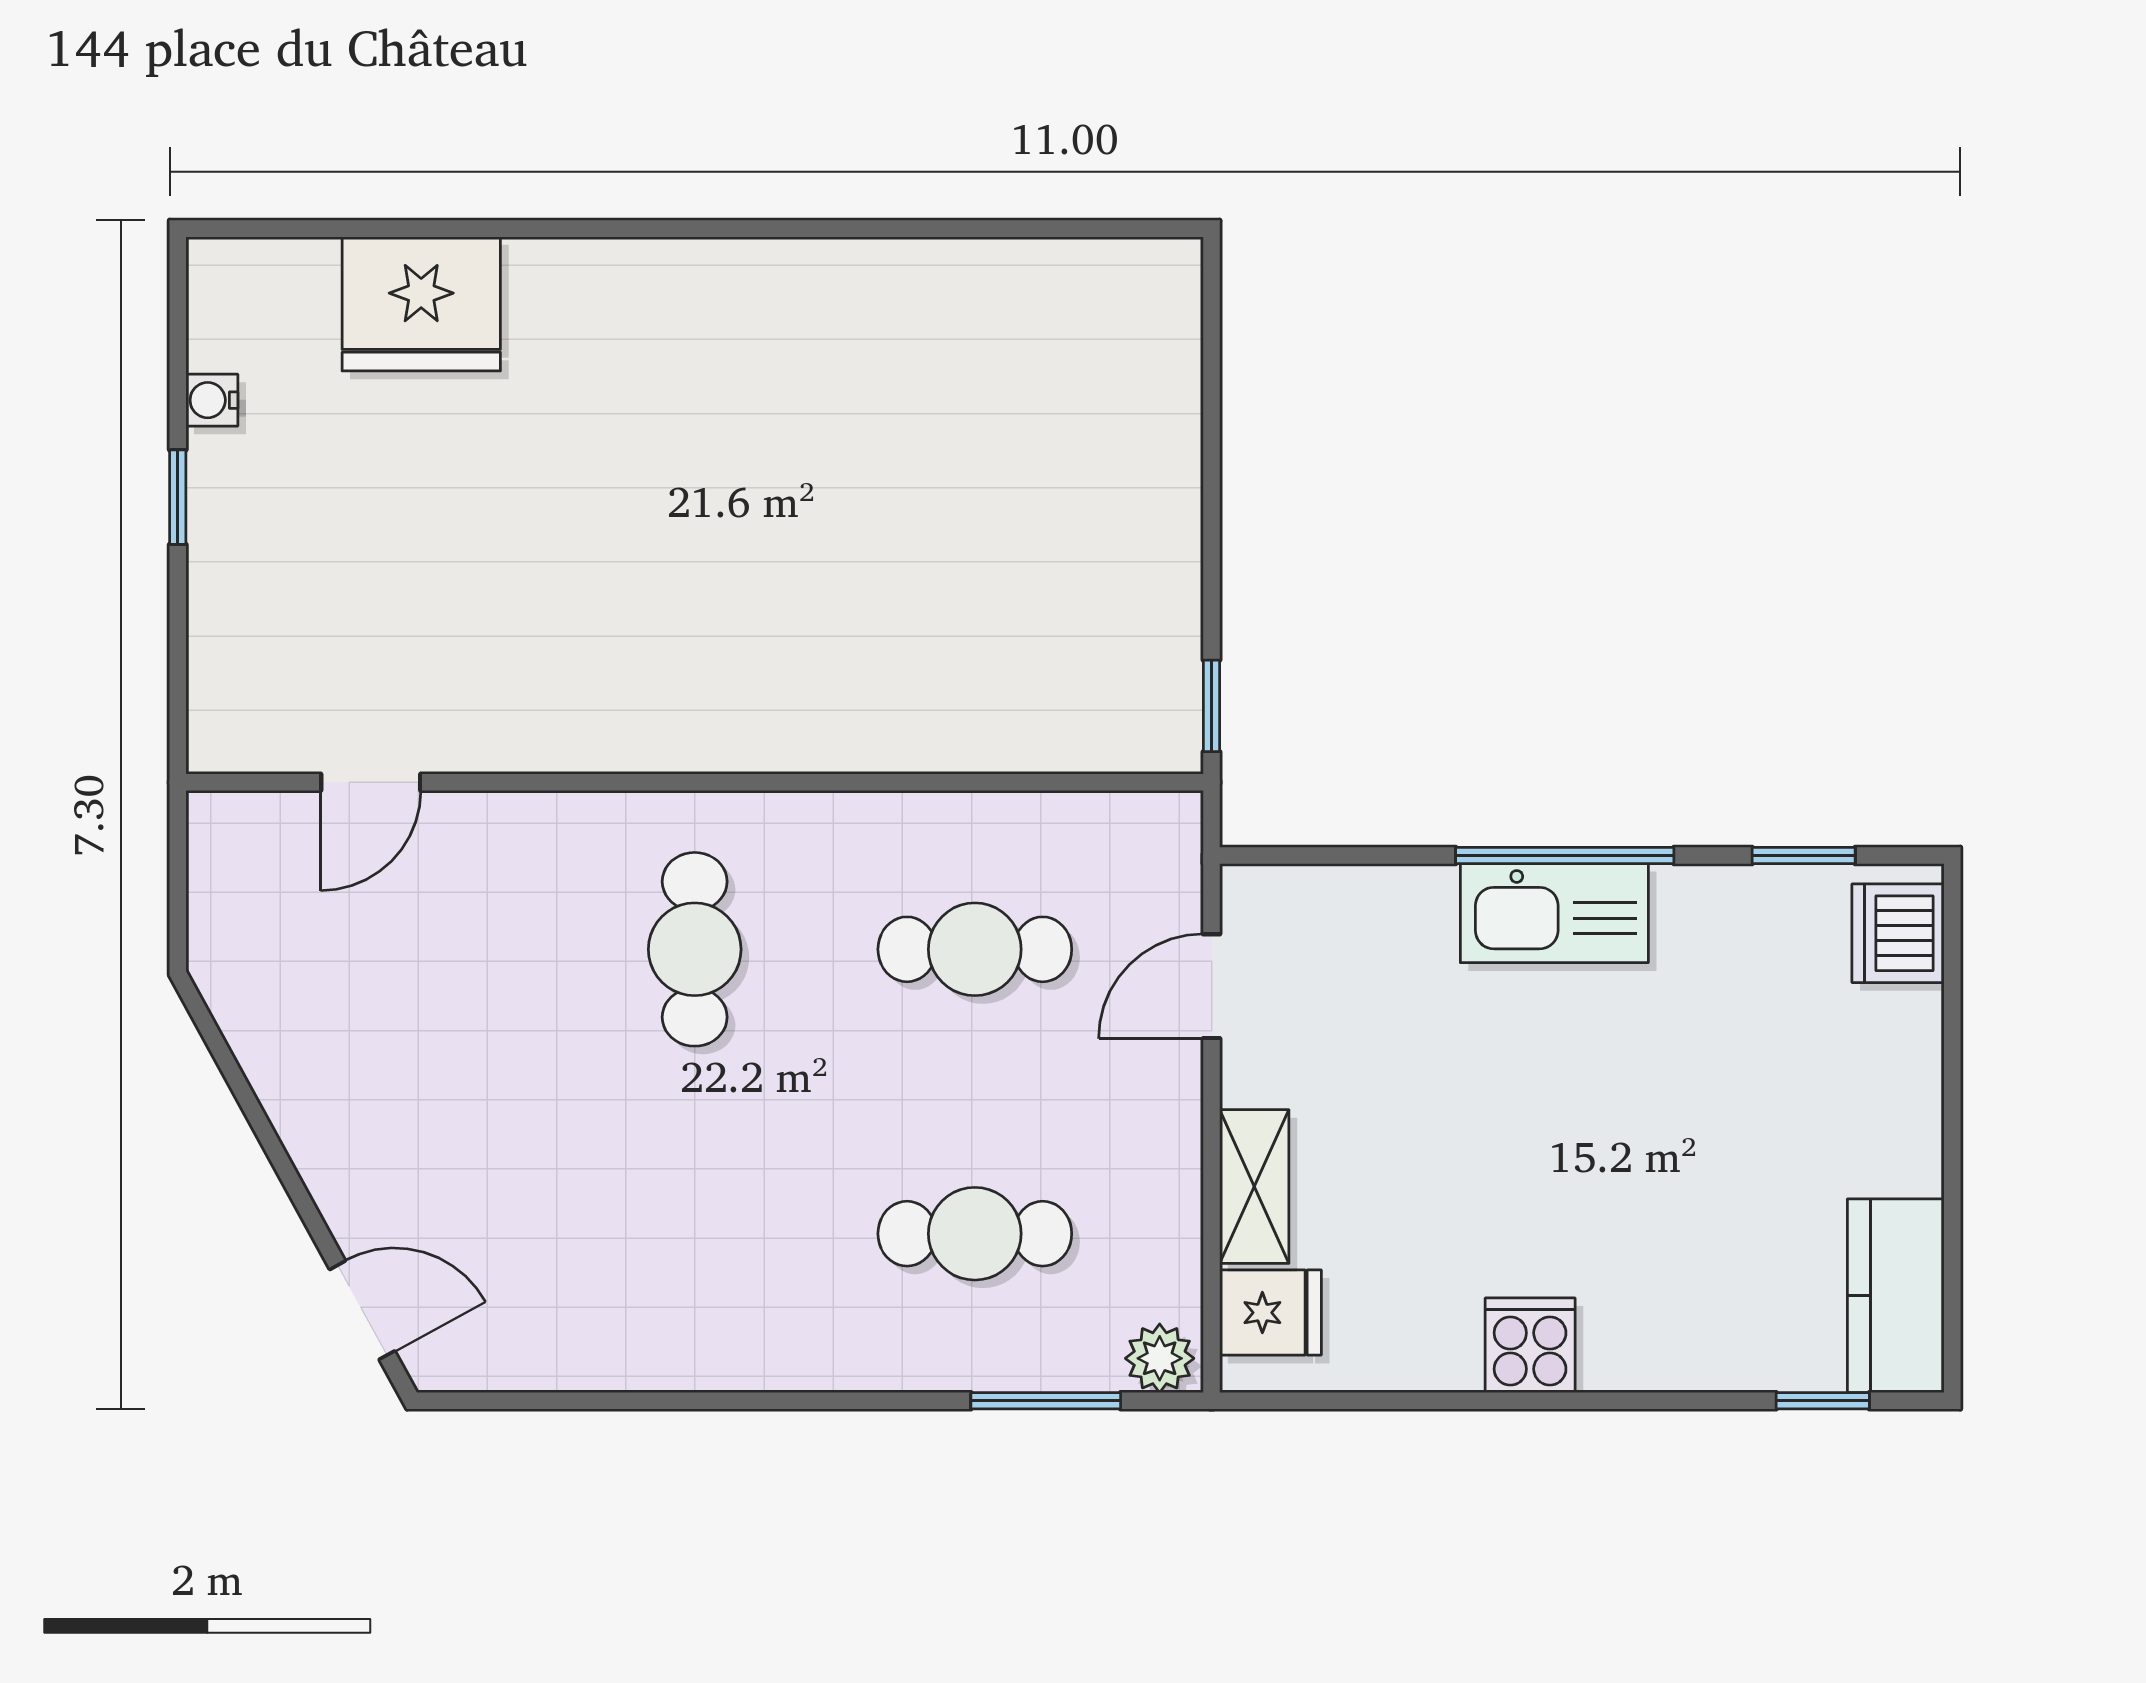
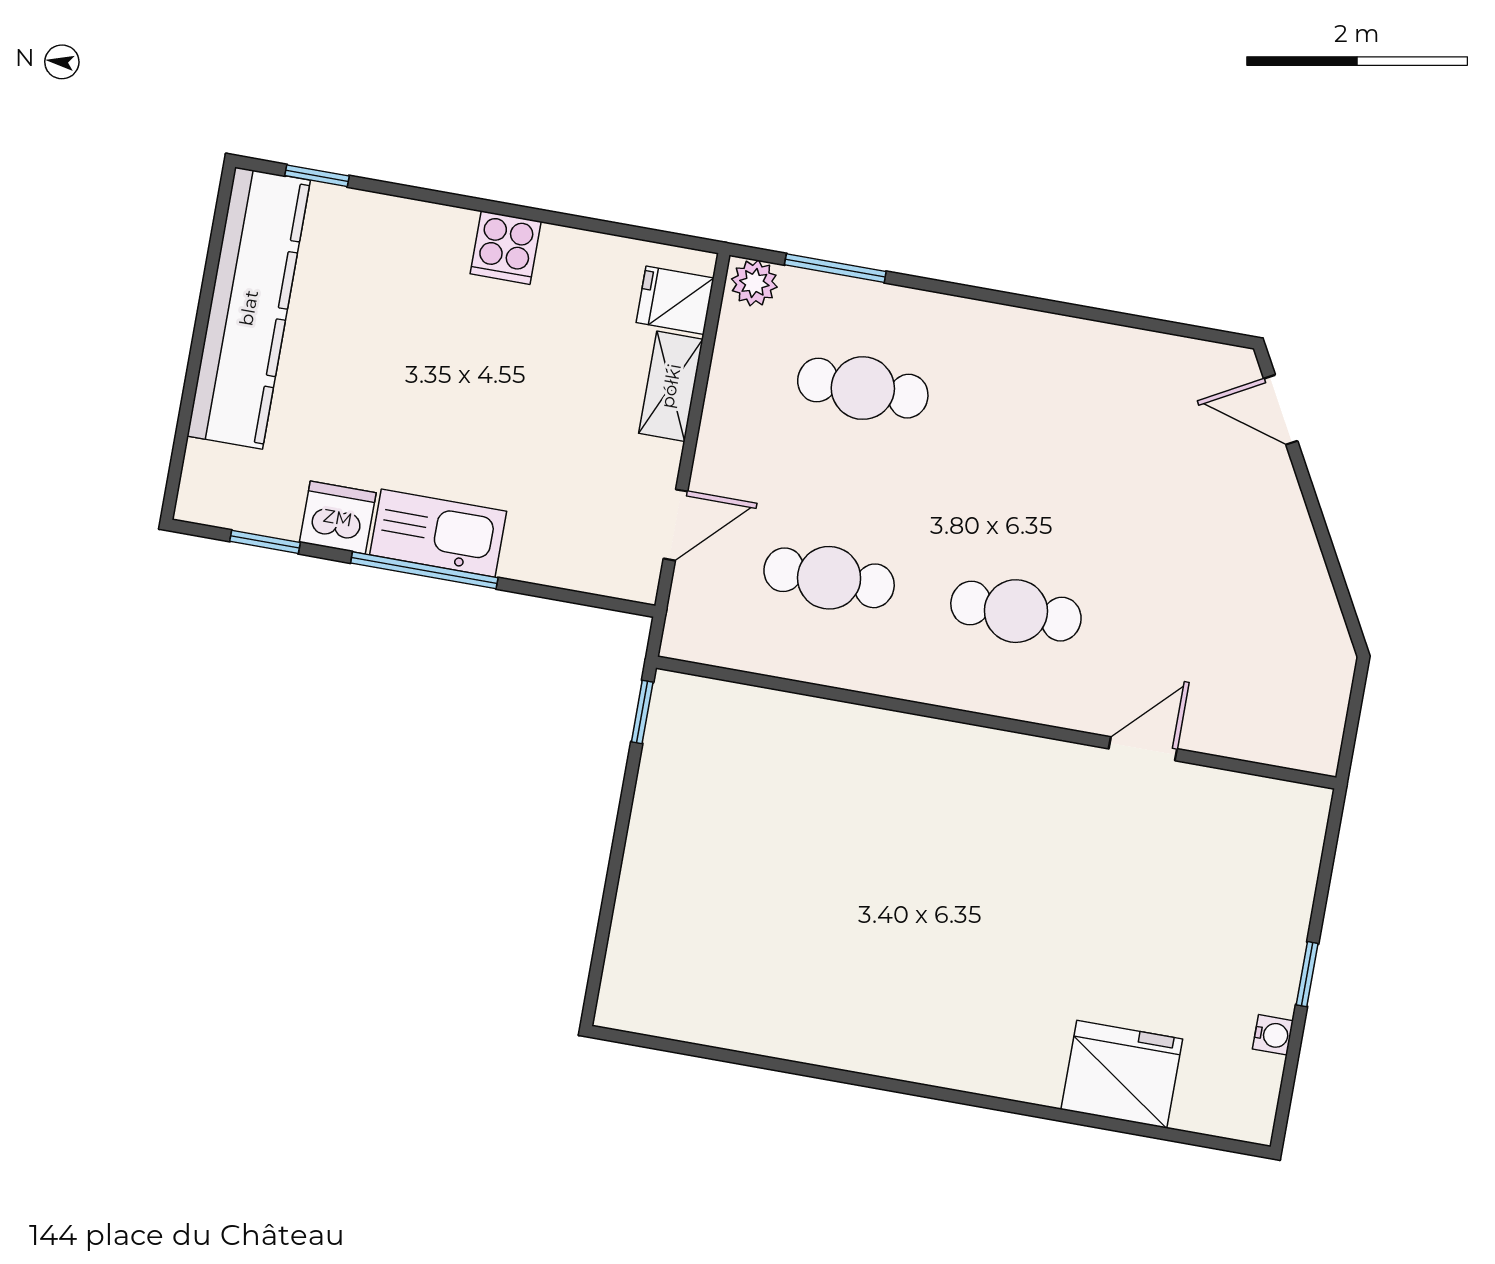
door: (371, 782) -> (1143, 749), moved
dishwasher: (1898, 933) -> (338, 518), moved, turned -90
cafe table: (695, 949) -> (1016, 611), turned 90
kitchen counter: (1896, 1296) -> (249, 308), width x2.08, depth x1.17

